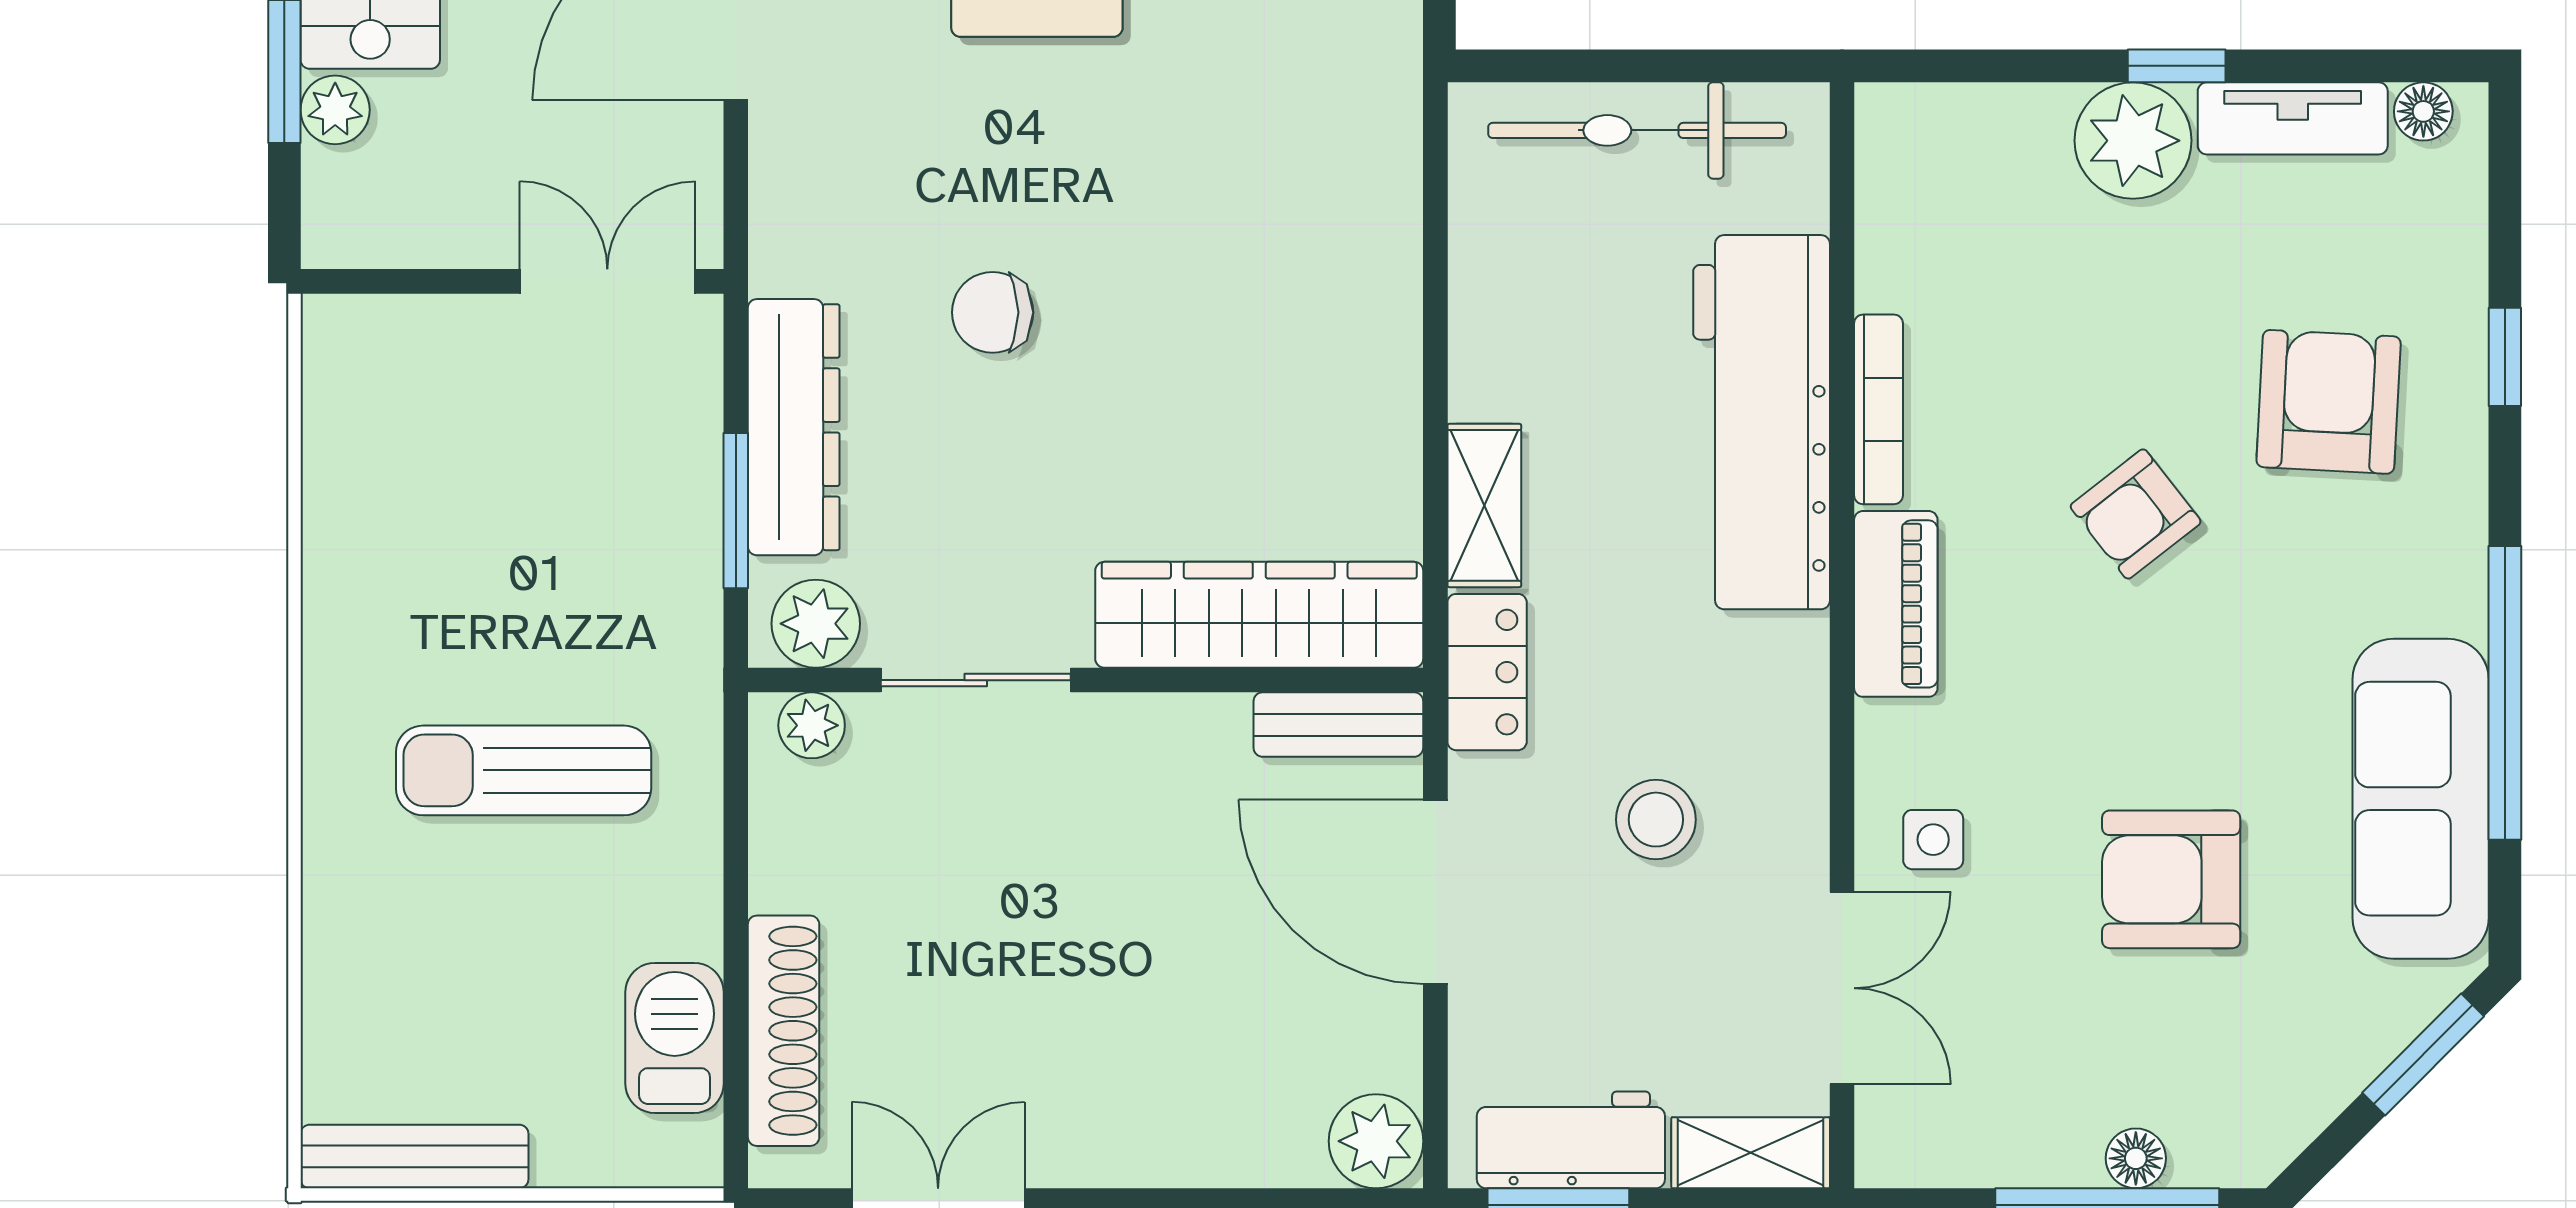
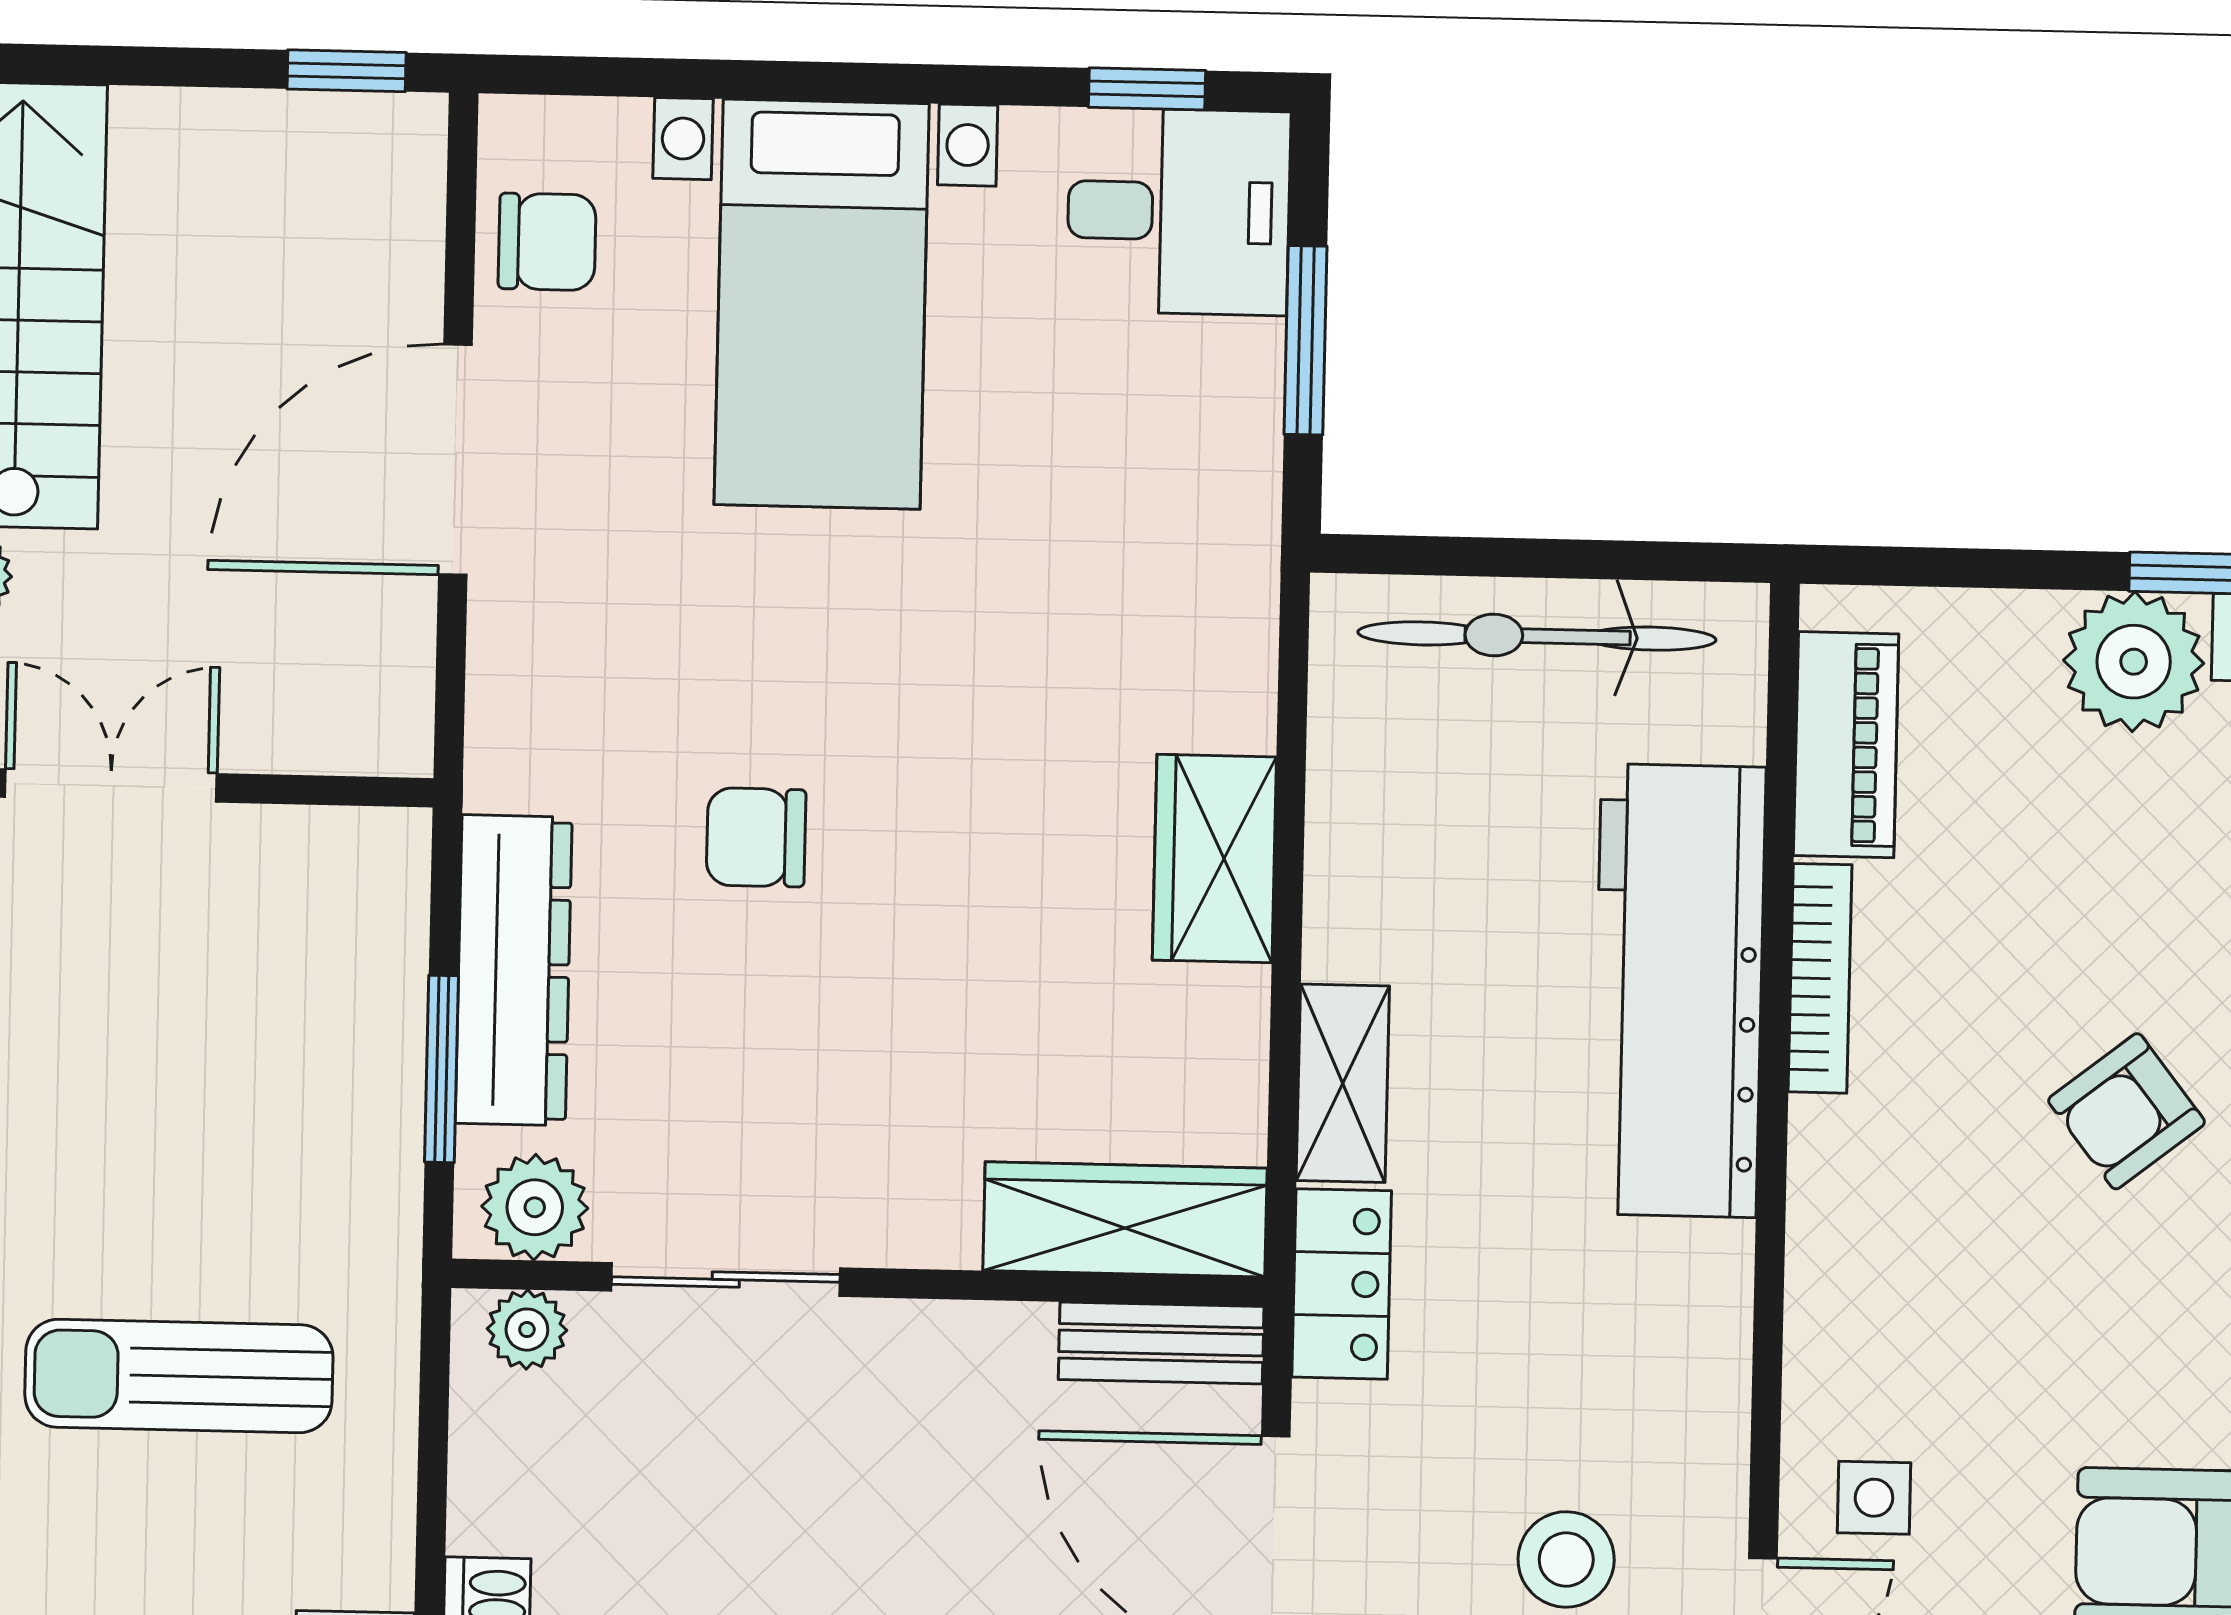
double door: (607, 281) -> (111, 785), moved
wardrobe: (1374, 321) -> (1214, 859), added
piano: (1896, 604) -> (1846, 745), moved
wardrobe: (1259, 615) -> (1125, 1219), width x0.71, depth x0.85
stool: (1656, 820) -> (1566, 1559), moved

